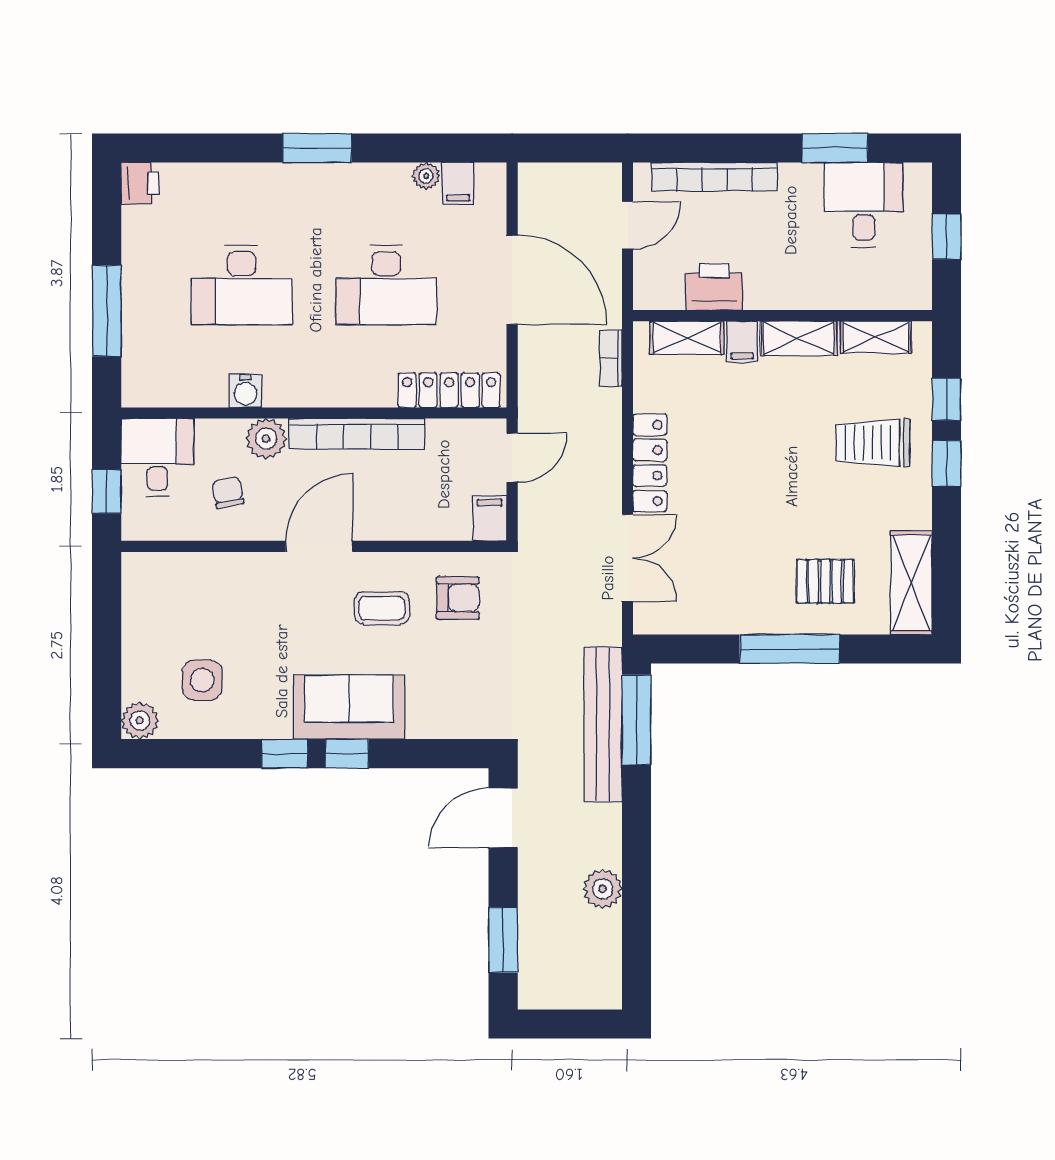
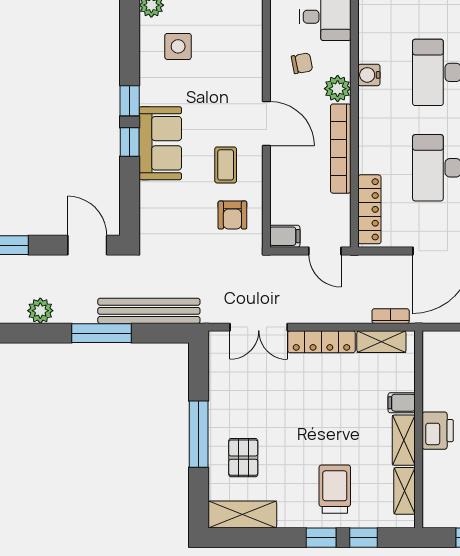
printer: (714, 287) -> (438, 431), moved
shelving: (687, 338) -> (381, 342), moved, turned 90
window: (637, 720) -> (101, 333), moved

